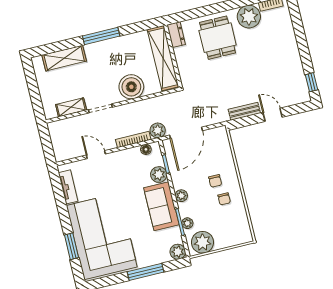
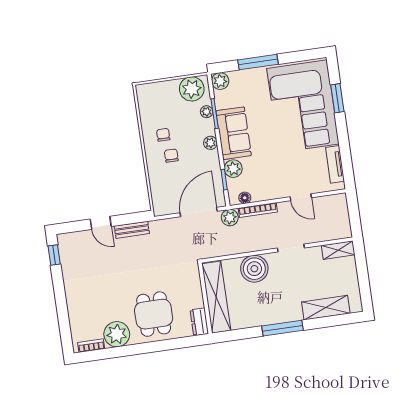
shelving: (71, 107) -> (338, 250), moved

